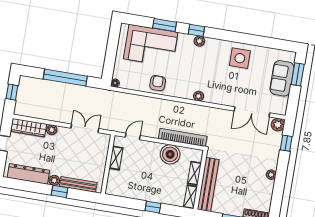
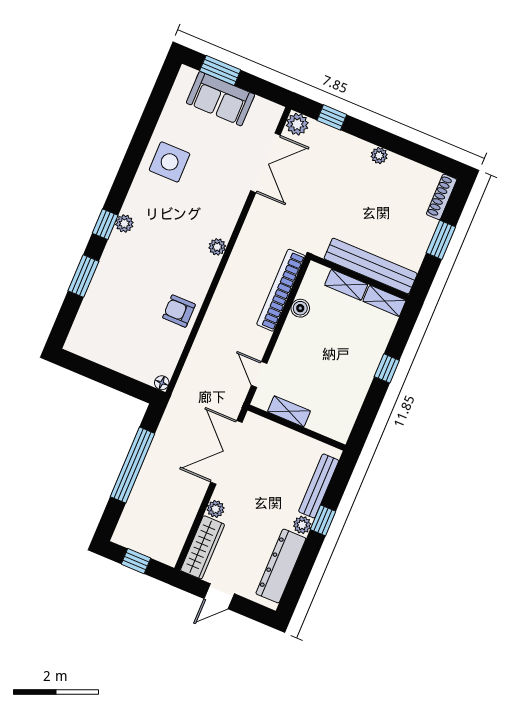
corner sofa: (151, 46) -> (112, 308), removed
double door: (85, 128) -> (226, 452), width x1.37
boiler: (170, 154) -> (300, 308), width x0.54, depth x0.54

